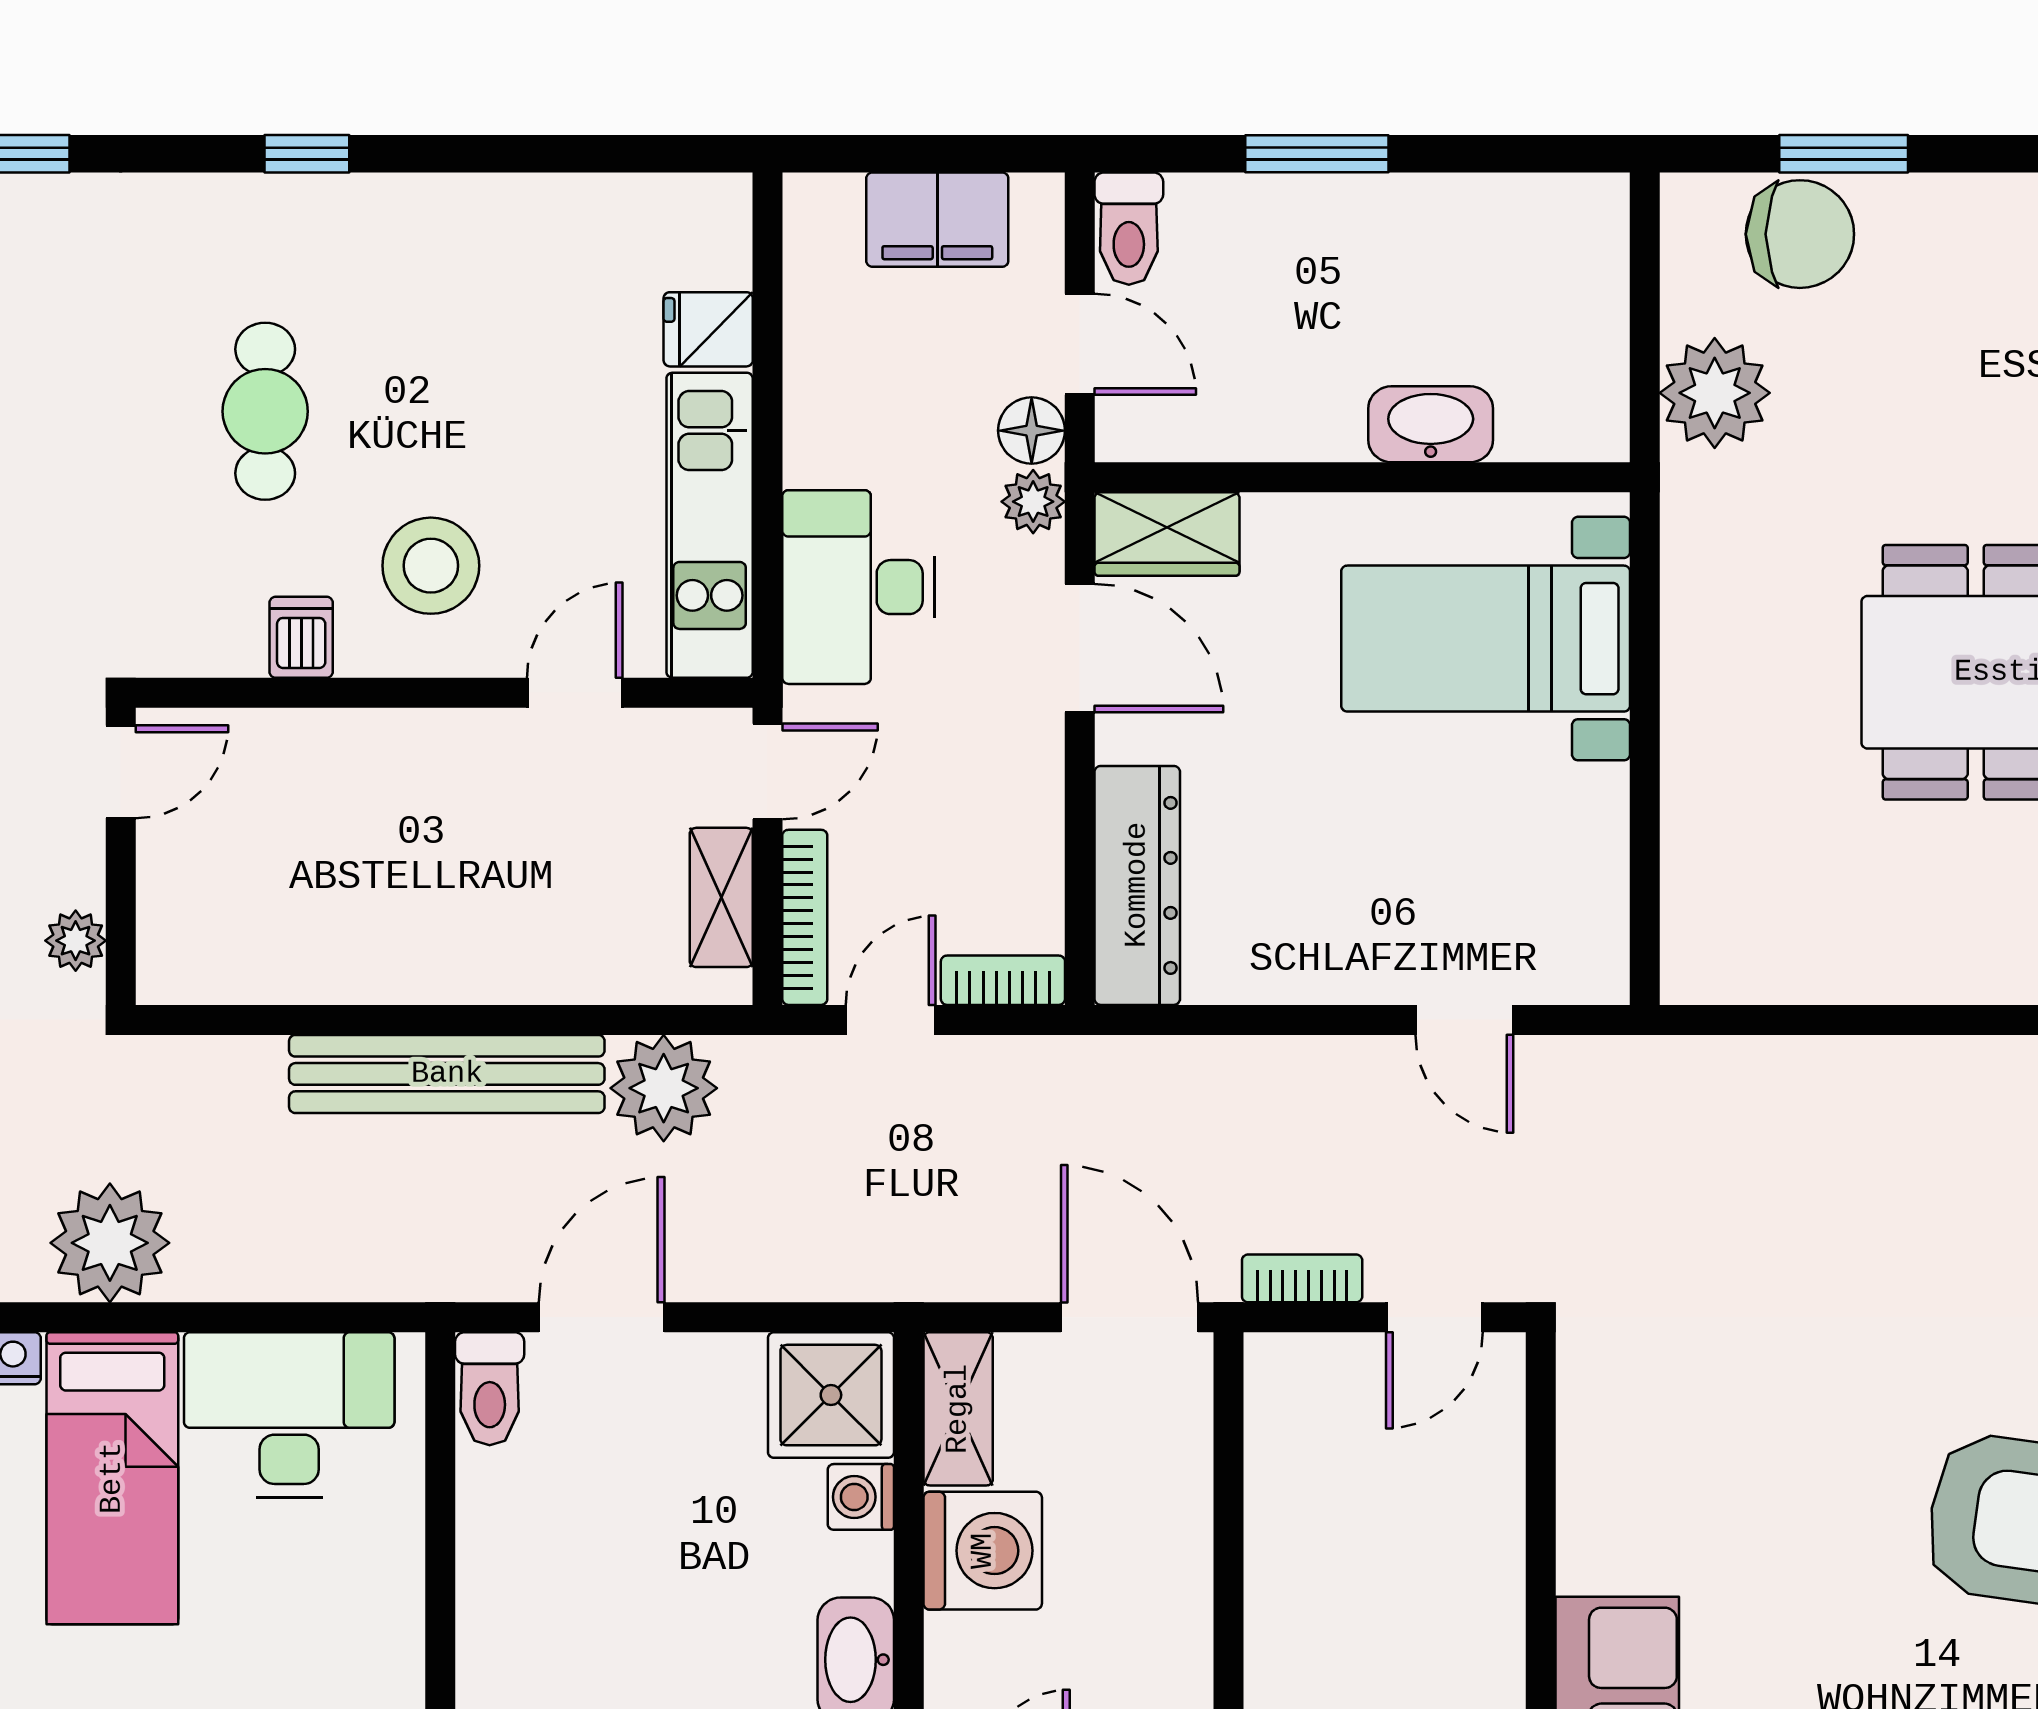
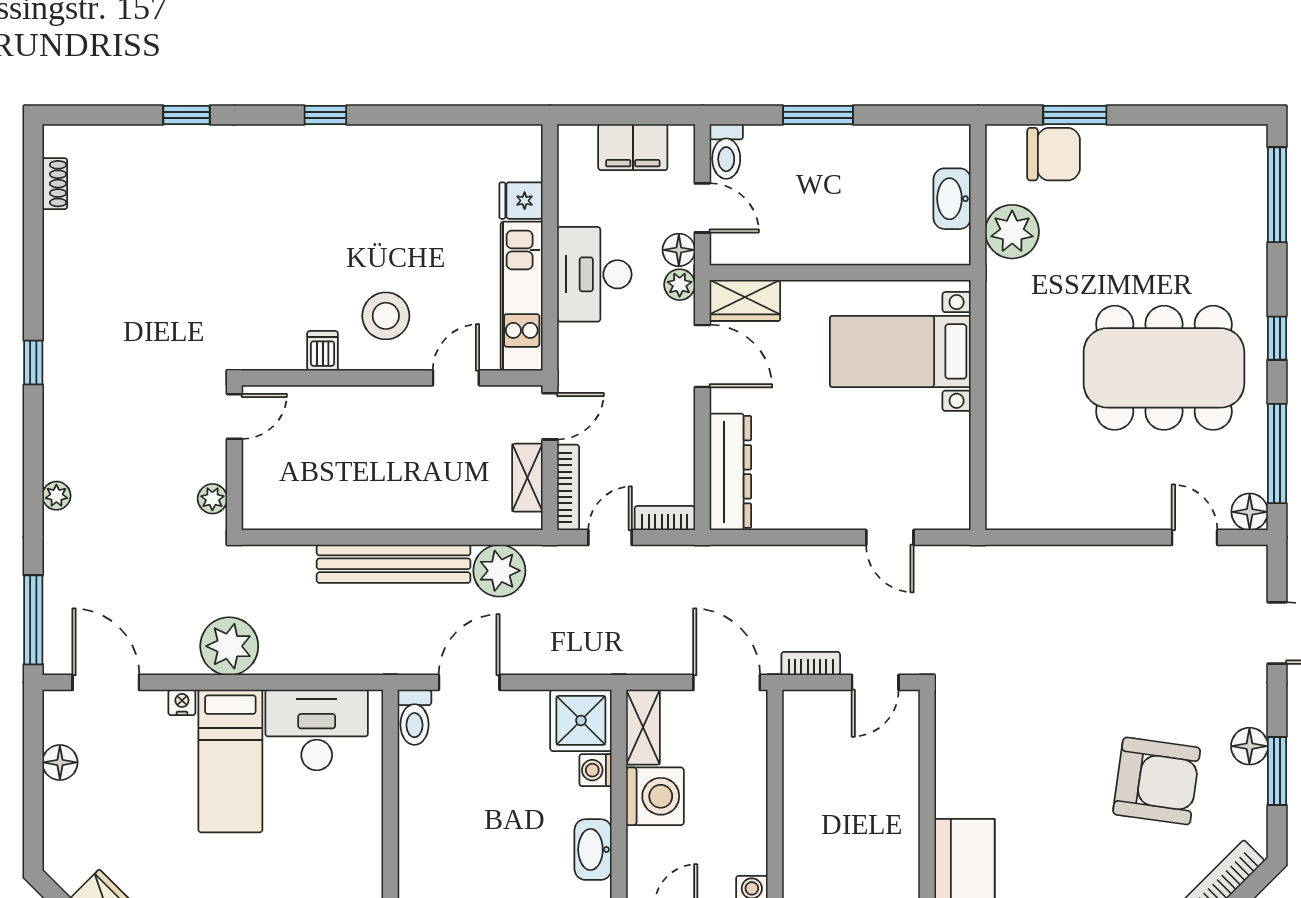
cafe table: (265, 411) -> (305, 241), removed
washbasin: (1431, 424) -> (952, 199), moved, turned -90
desk: (859, 587) -> (594, 274), moved

